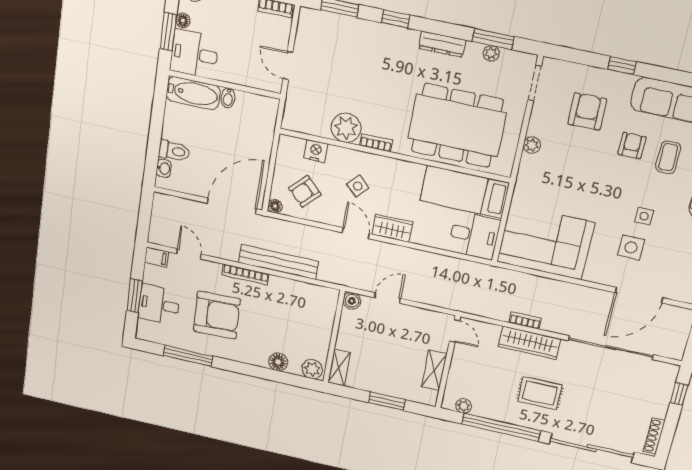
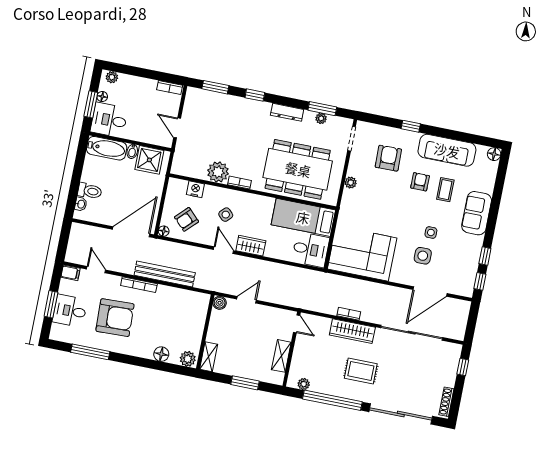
shower: (252, 110) -> (149, 160), added

